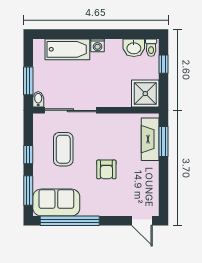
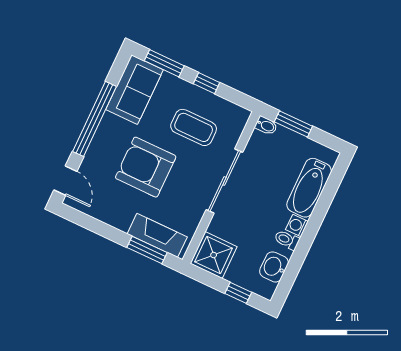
toilet: (151, 48) -> (287, 240), moved
sliding door: (70, 110) -> (224, 181), moved
armchair: (106, 169) -> (146, 167), width x1.88, depth x1.88
window: (70, 221) -> (94, 119), moved
door: (142, 221) -> (65, 181), swing flipped

